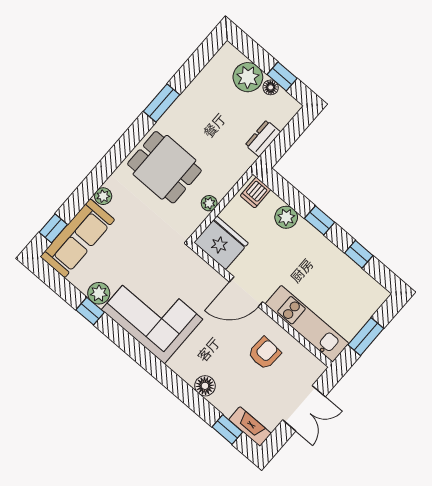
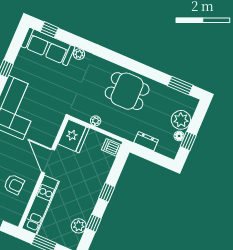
window: (162, 103) -> (180, 86), moved
dining table: (164, 167) -> (127, 91), moved, turned 90
plant: (286, 217) -> (79, 226), moved
plant: (99, 293) -> (18, 71), removed

